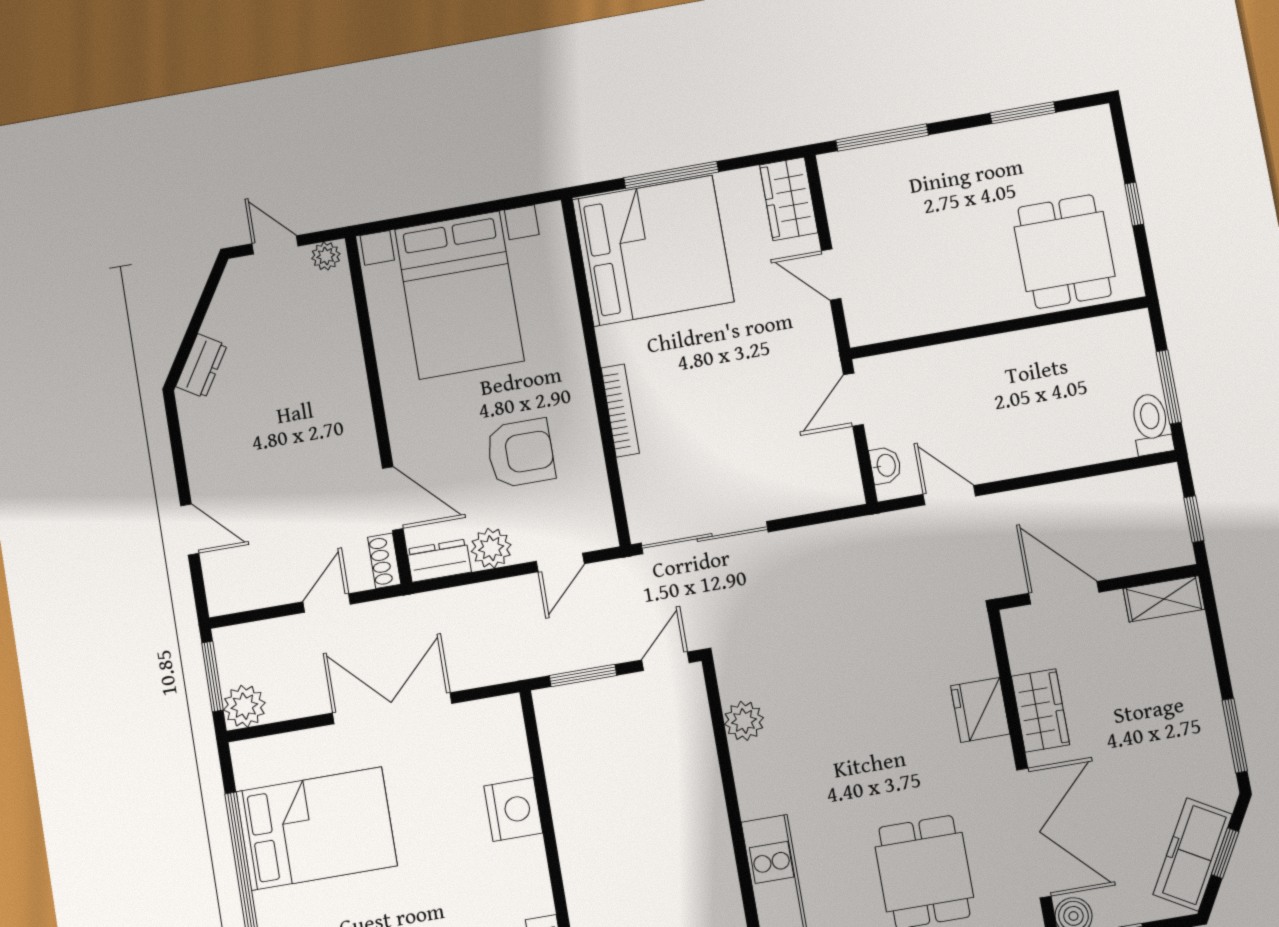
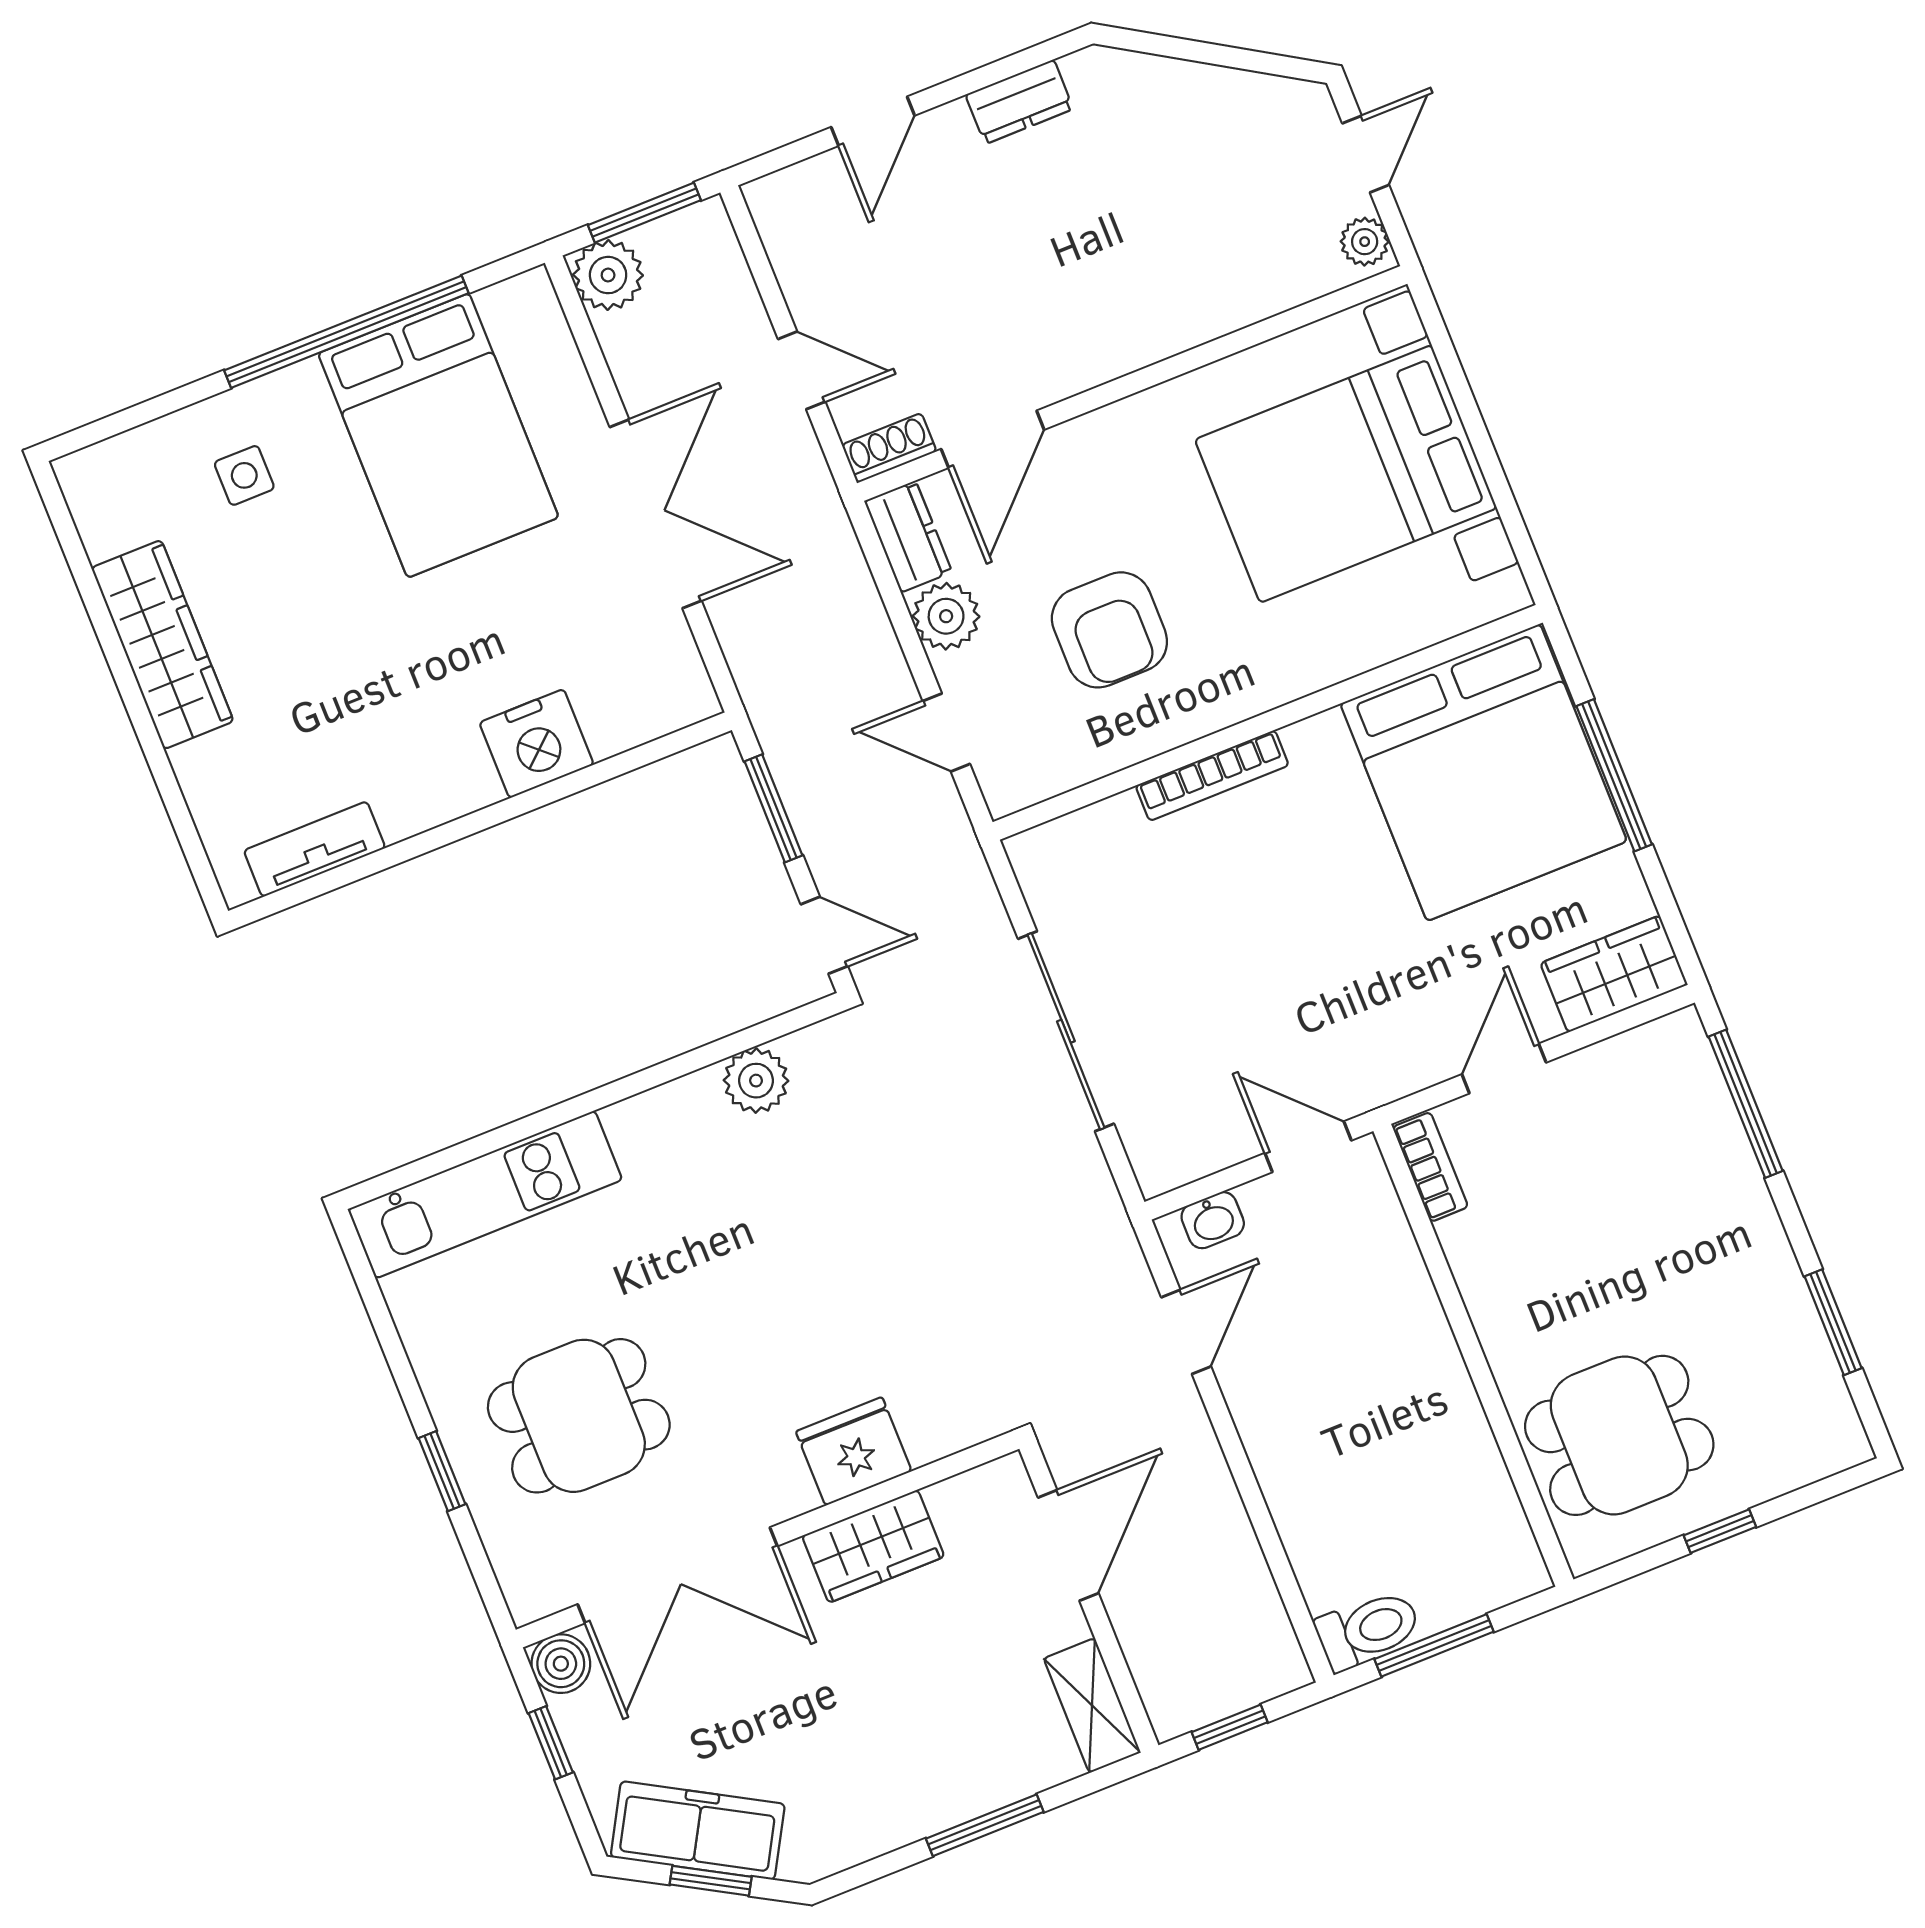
bookcase: (881, 330) -> (1430, 1167), added
dresser: (201, 366) -> (1019, 102), moved, turned -31
sliding door: (705, 538) -> (1066, 1031), moved
window: (1235, 736) -> (985, 1825), moved

